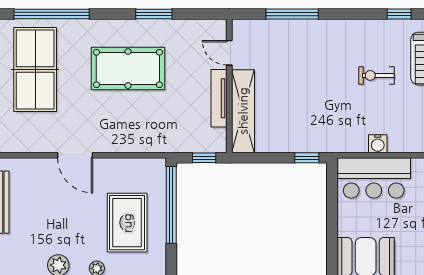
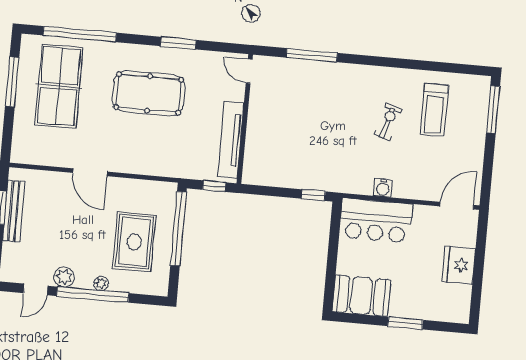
window: (399, 14) -> (415, 65), removed
door: (229, 53) -> (249, 71), moved
exercise bike: (377, 75) -> (388, 122), turned 106
tv unit: (219, 98) -> (231, 140), width x1.36, depth x1.29
shelving: (243, 111) -> (256, 145), removed

